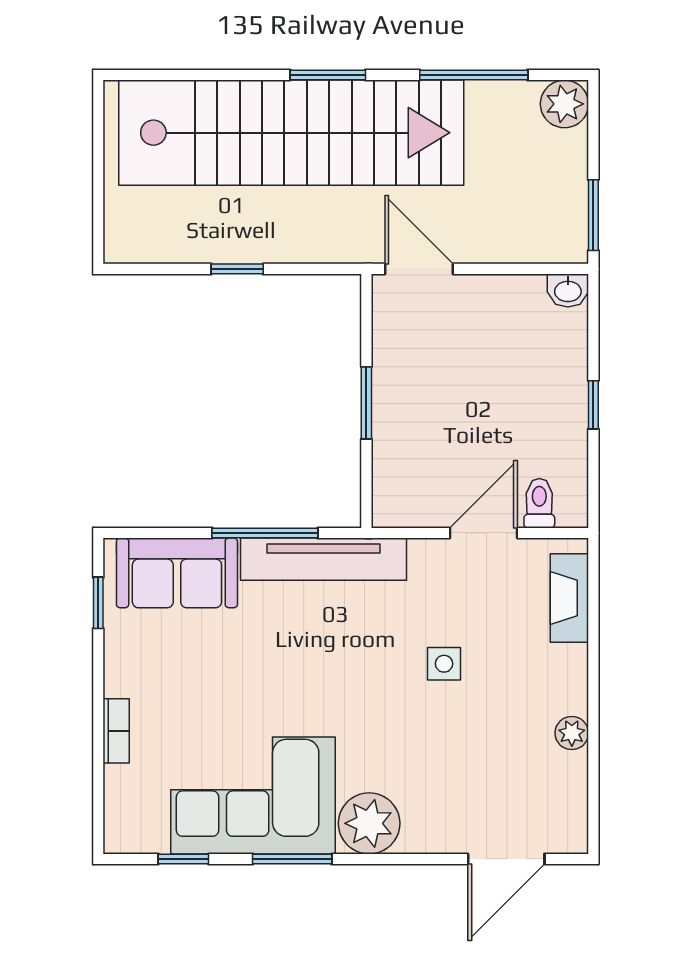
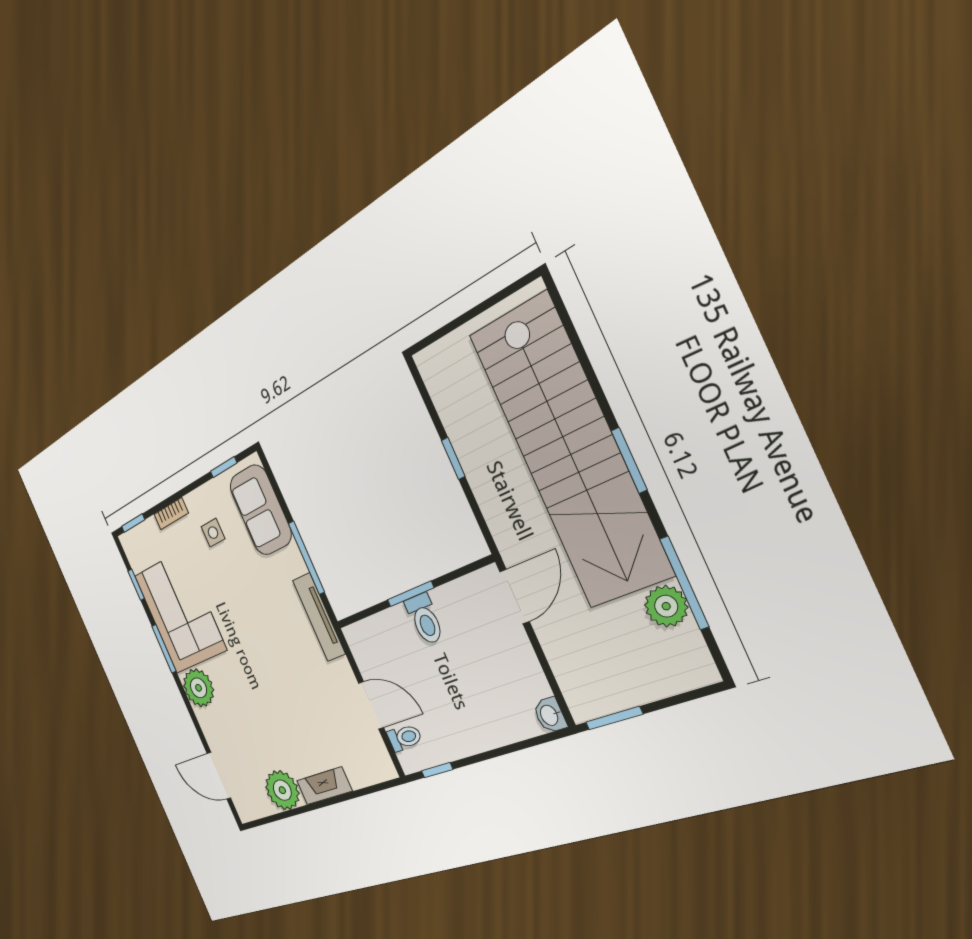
plant: (564, 104) -> (666, 606), moved
toilet: (403, 399) -> (425, 619), added
window: (593, 405) -> (437, 770), moved
tv unit: (324, 559) -> (319, 617), width x0.73, depth x0.78
fireplace: (569, 598) -> (324, 786), moved
side table: (444, 664) -> (213, 533), moved
plant: (572, 733) -> (282, 790), width x1.87, depth x1.87
window: (98, 811) -> (133, 523), added

